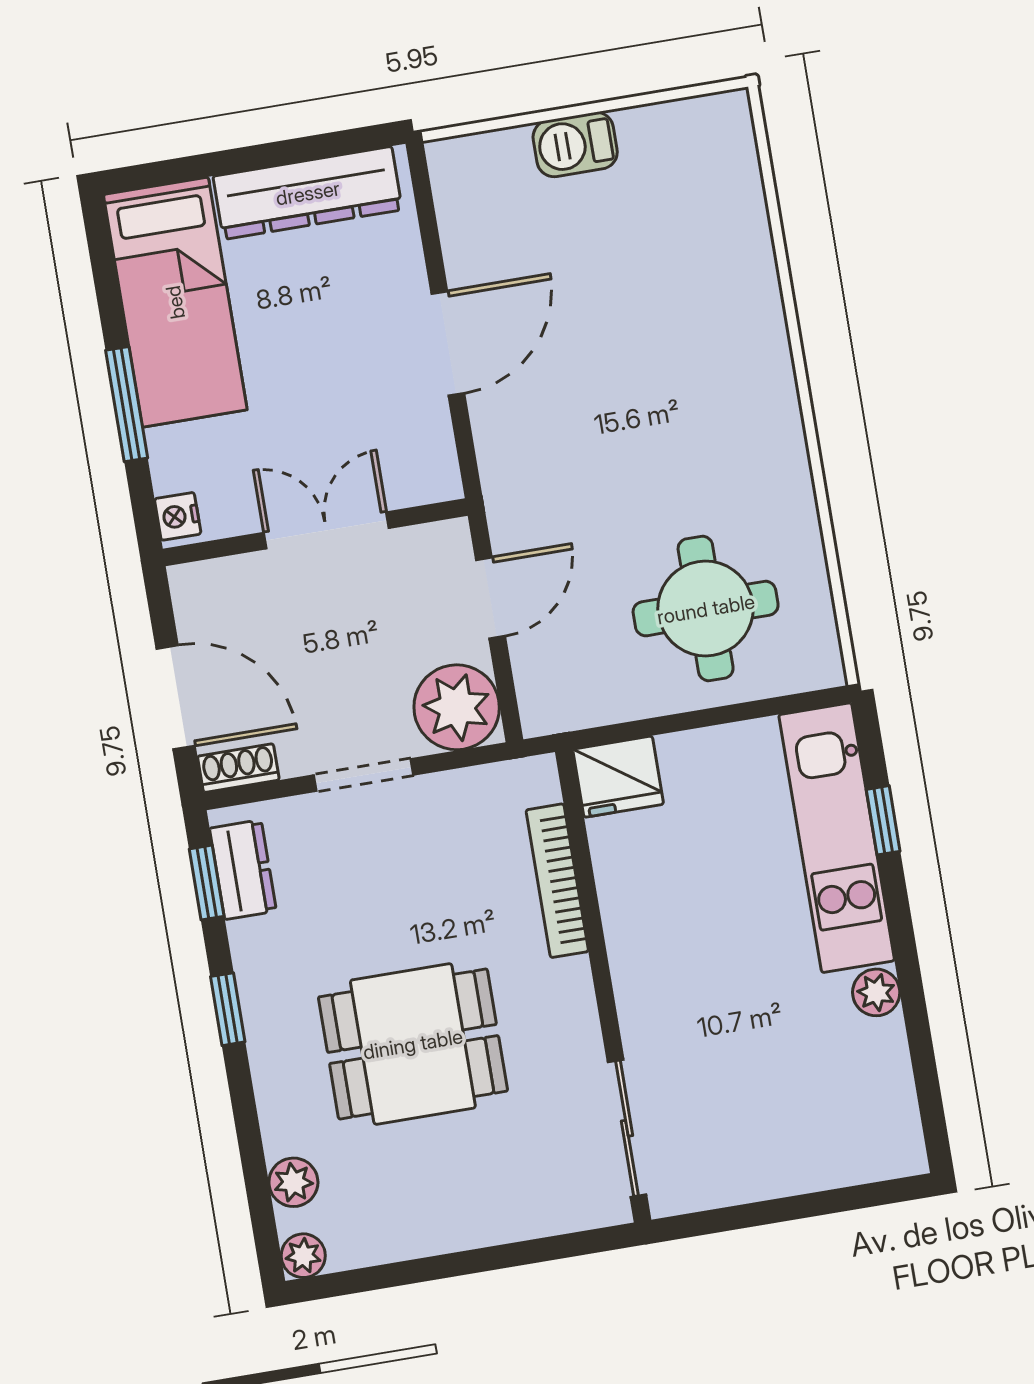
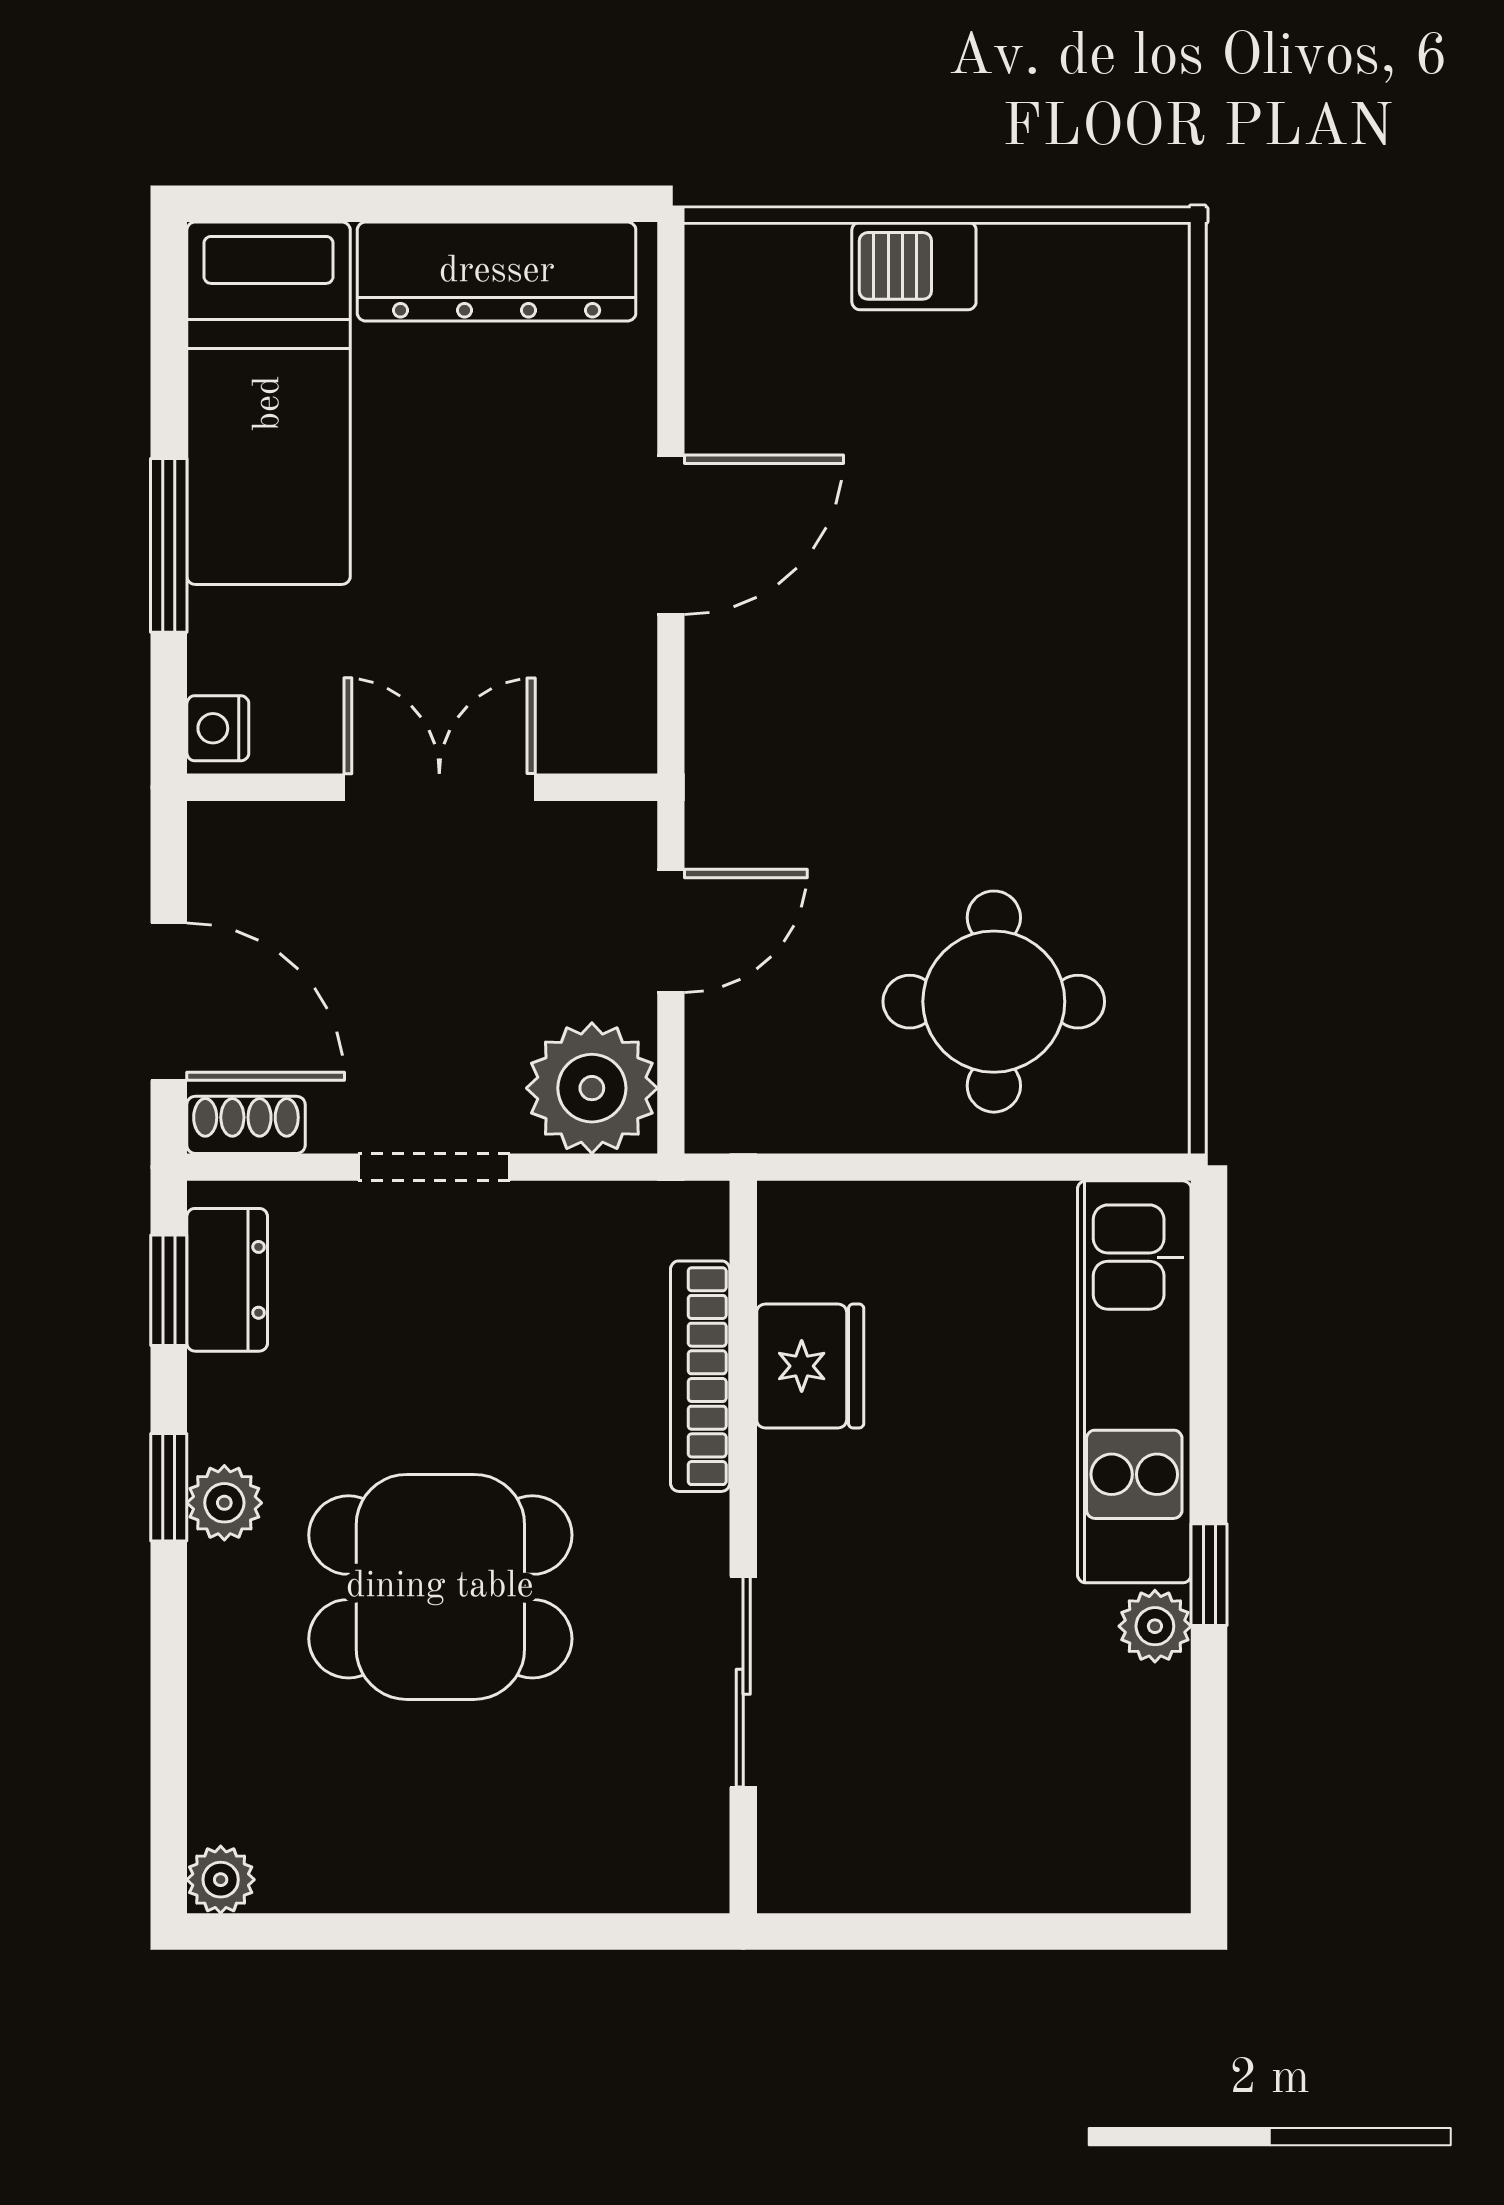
fridge: (618, 777) -> (810, 1366), moved, turned -90
window: (883, 820) -> (1209, 1575), moved
sliding door: (627, 1128) -> (743, 1682), moved
plant: (293, 1182) -> (224, 1503), moved

